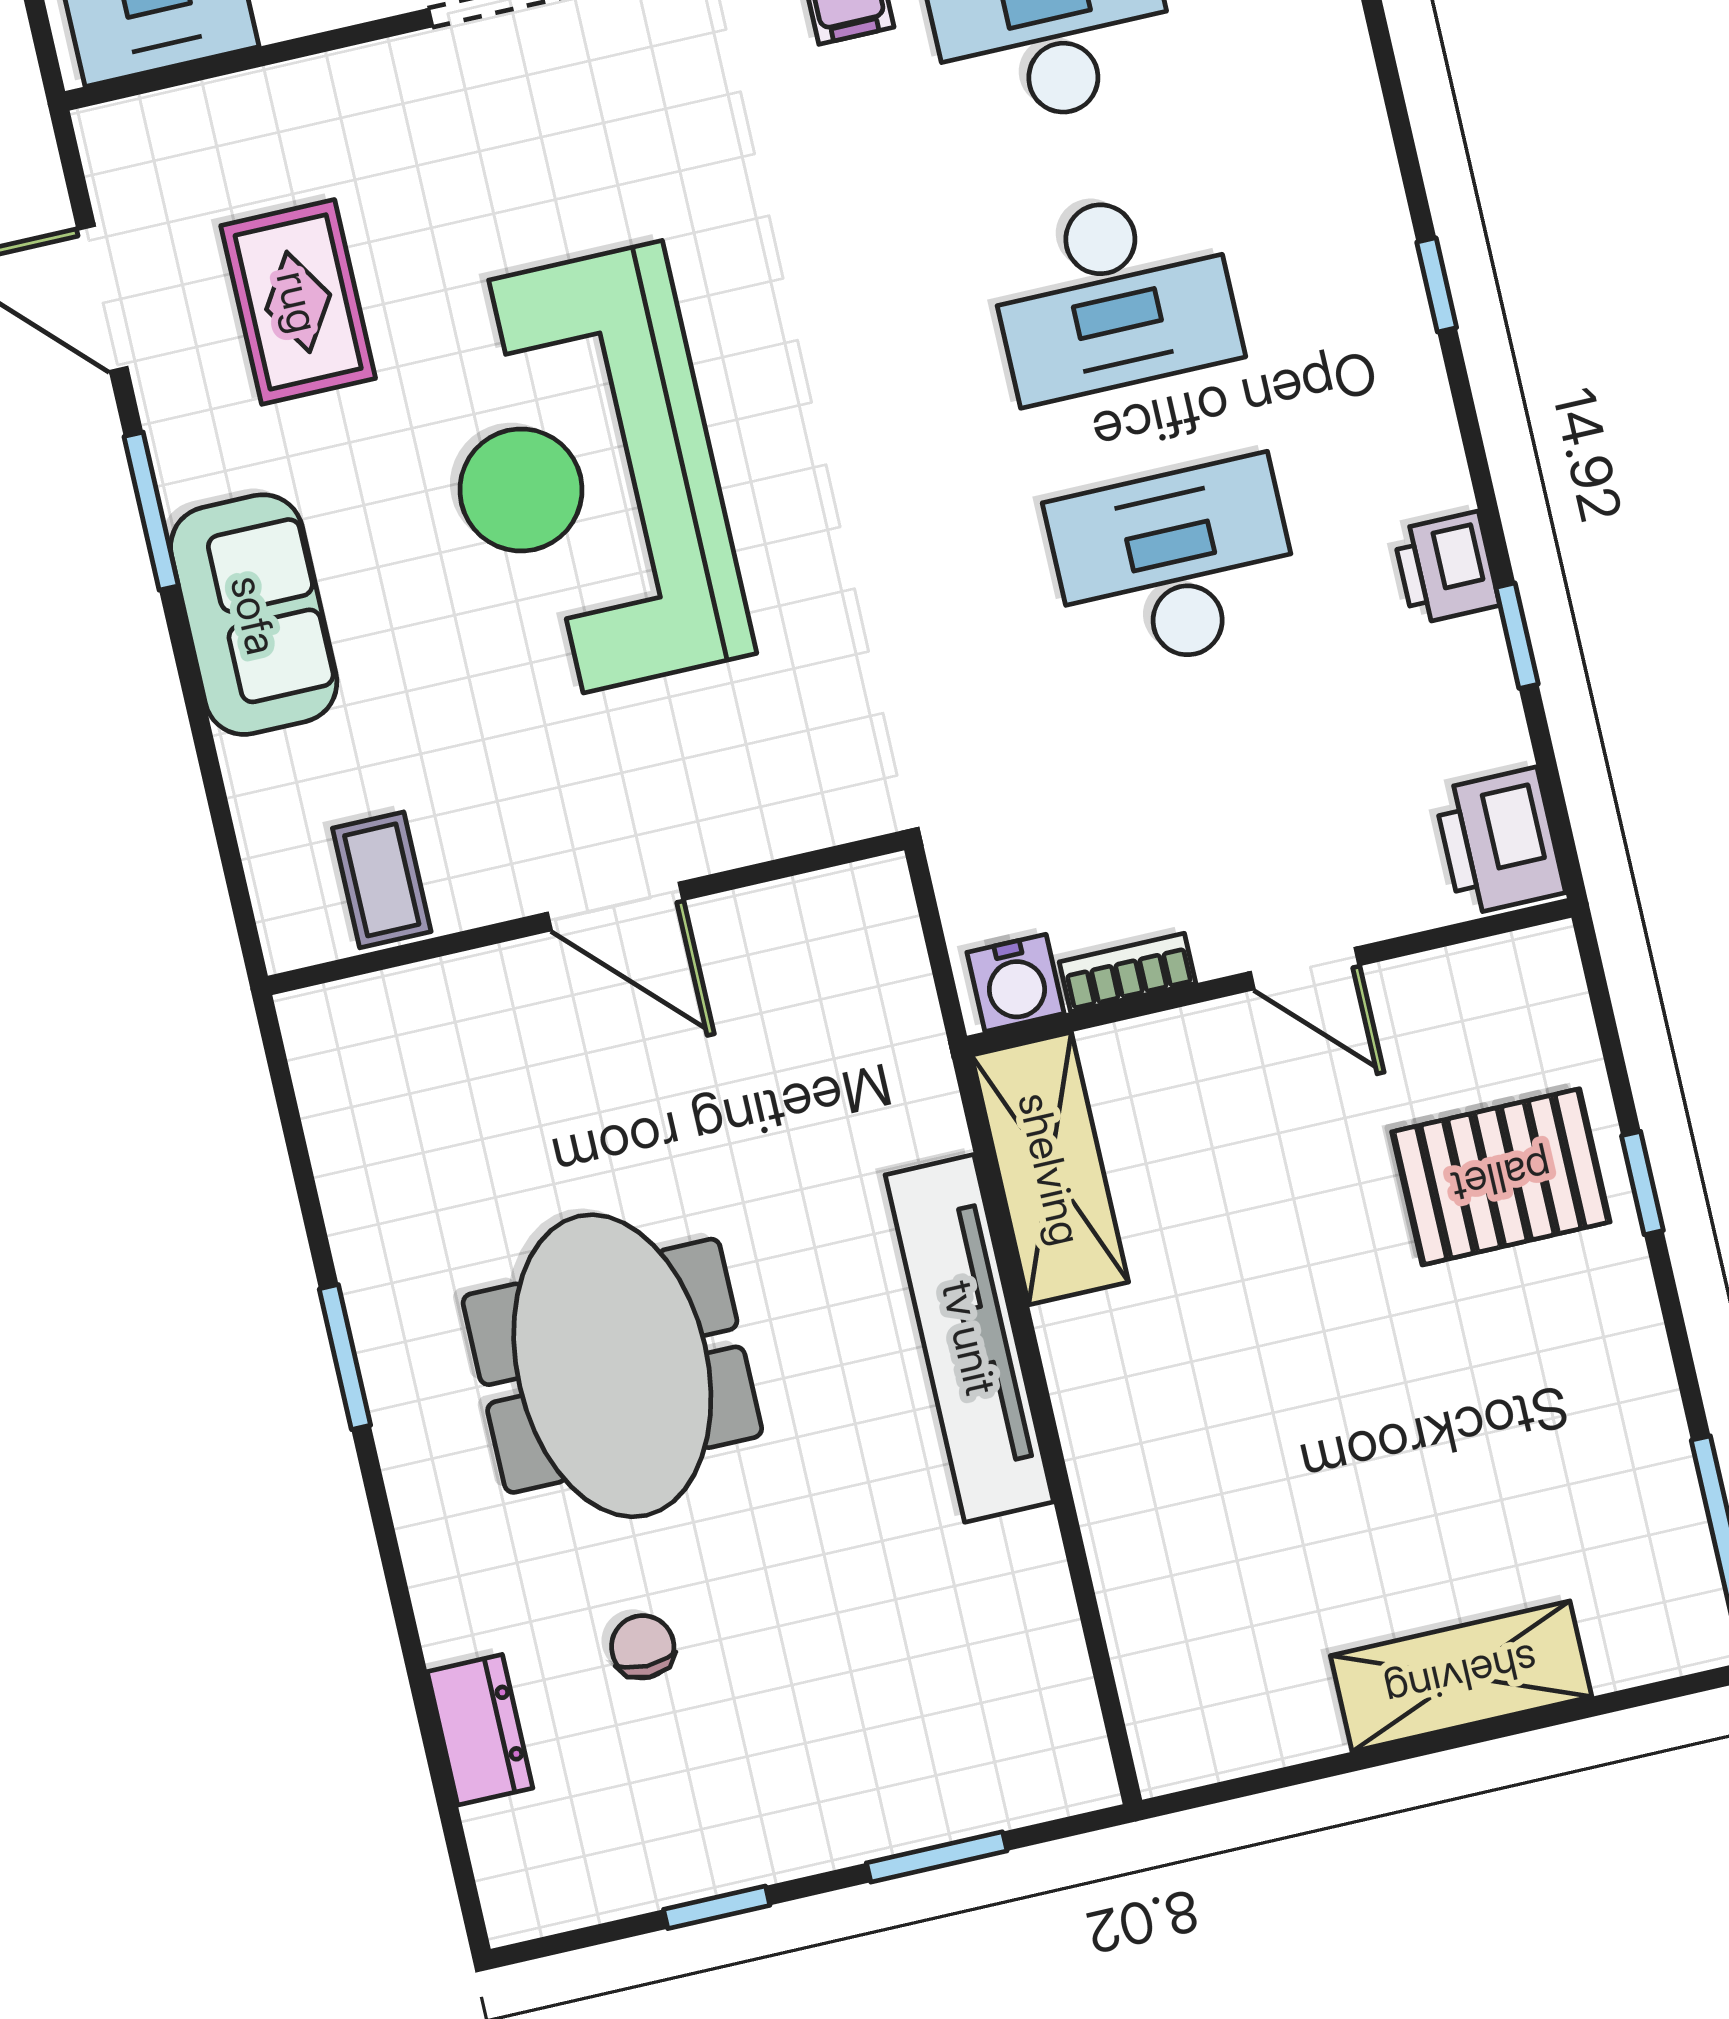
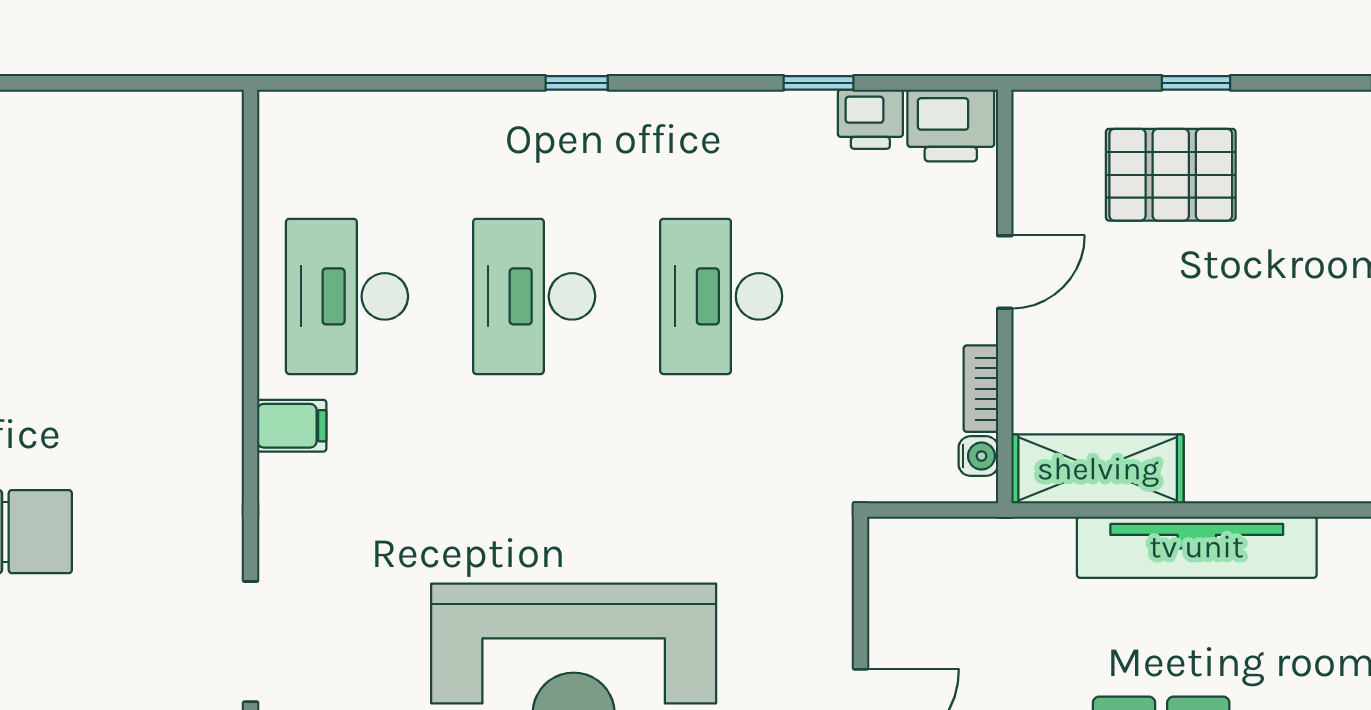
desk: (1113, 294) -> (534, 296), turned 180
printer: (1446, 568) -> (870, 119), moved
water cooler: (1016, 983) -> (978, 456), width x0.72, depth x0.72
pallet: (1501, 1177) -> (1171, 175), turned 90

